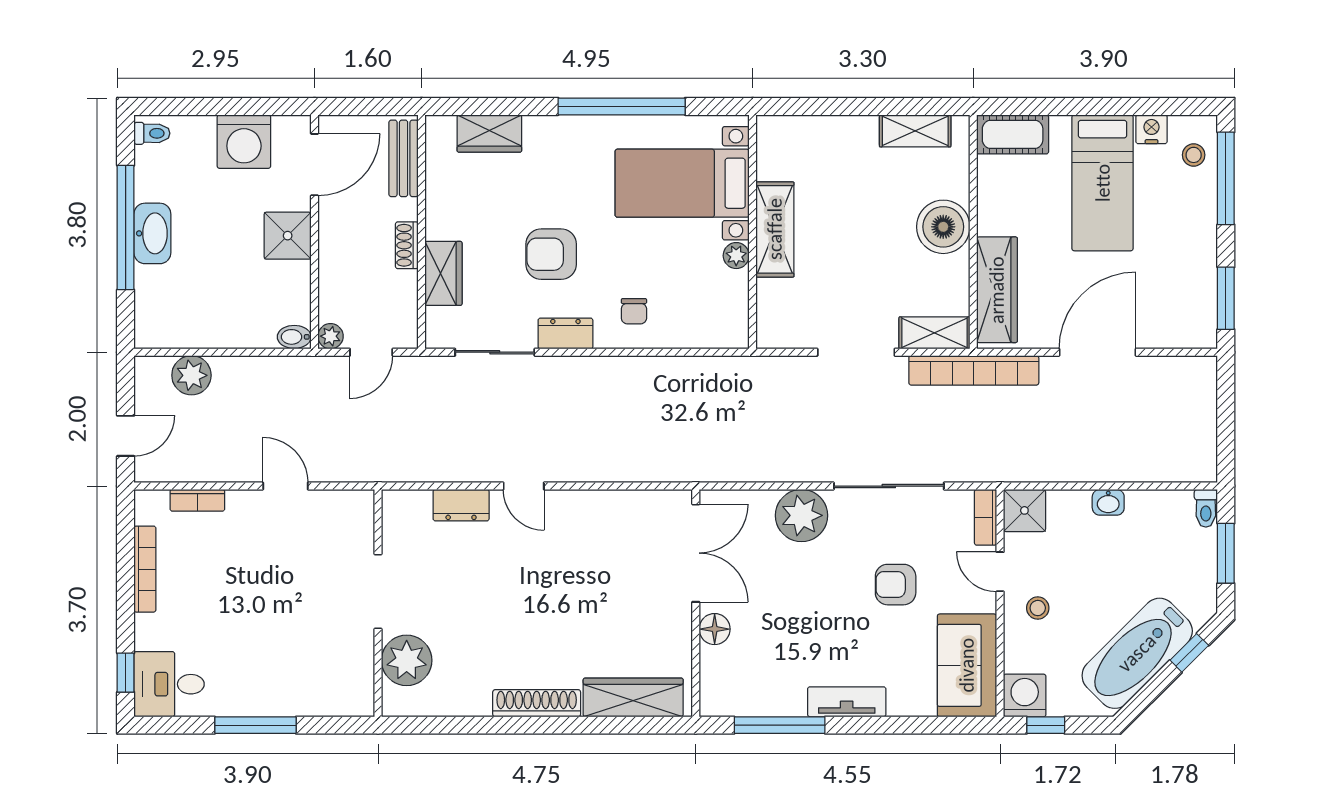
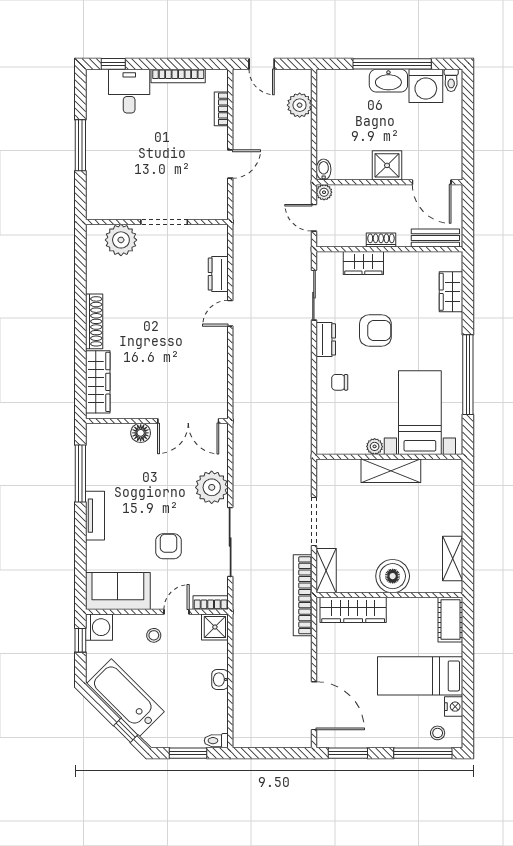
washing machine: (244, 142) -> (426, 86), moved, turned -90
armchair: (551, 254) -> (375, 330), turned 90
door: (1097, 352) -> (314, 706), moved
desk: (169, 684) -> (129, 91), moved

